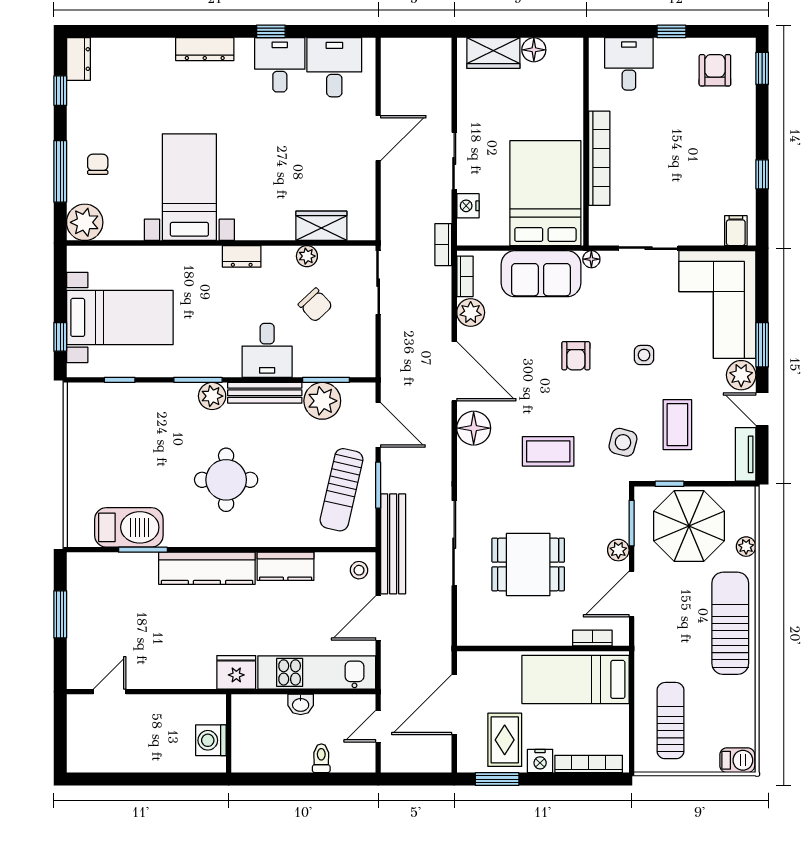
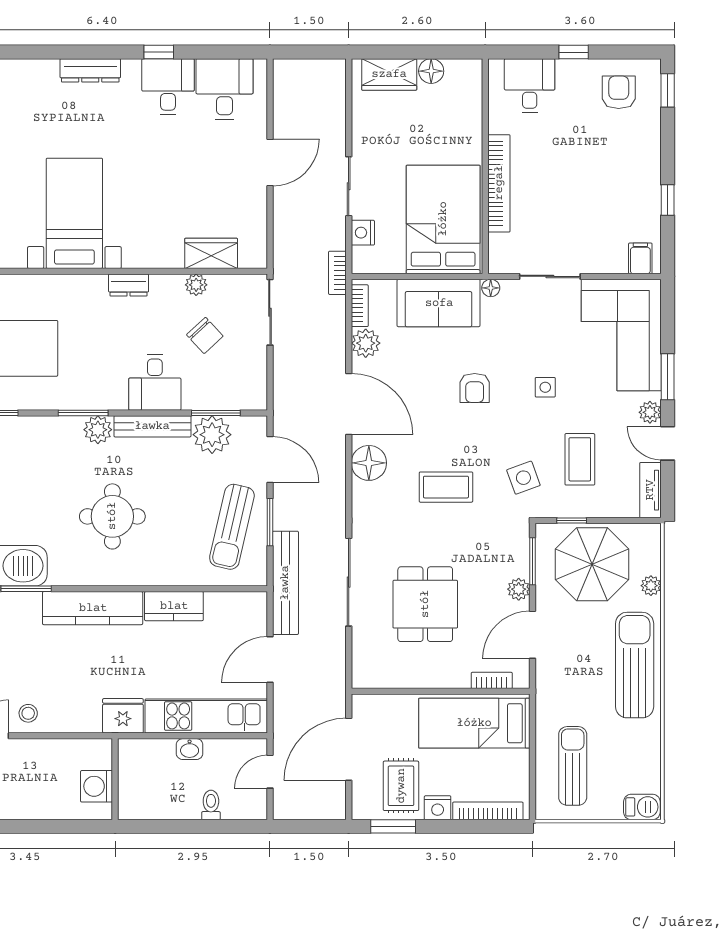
plant: (741, 375) -> (650, 412), width x0.73, depth x0.73
side table: (623, 442) -> (523, 478), turned -35
dining table: (528, 564) -> (425, 604), turned 90
stool: (359, 570) -> (28, 713), moved

